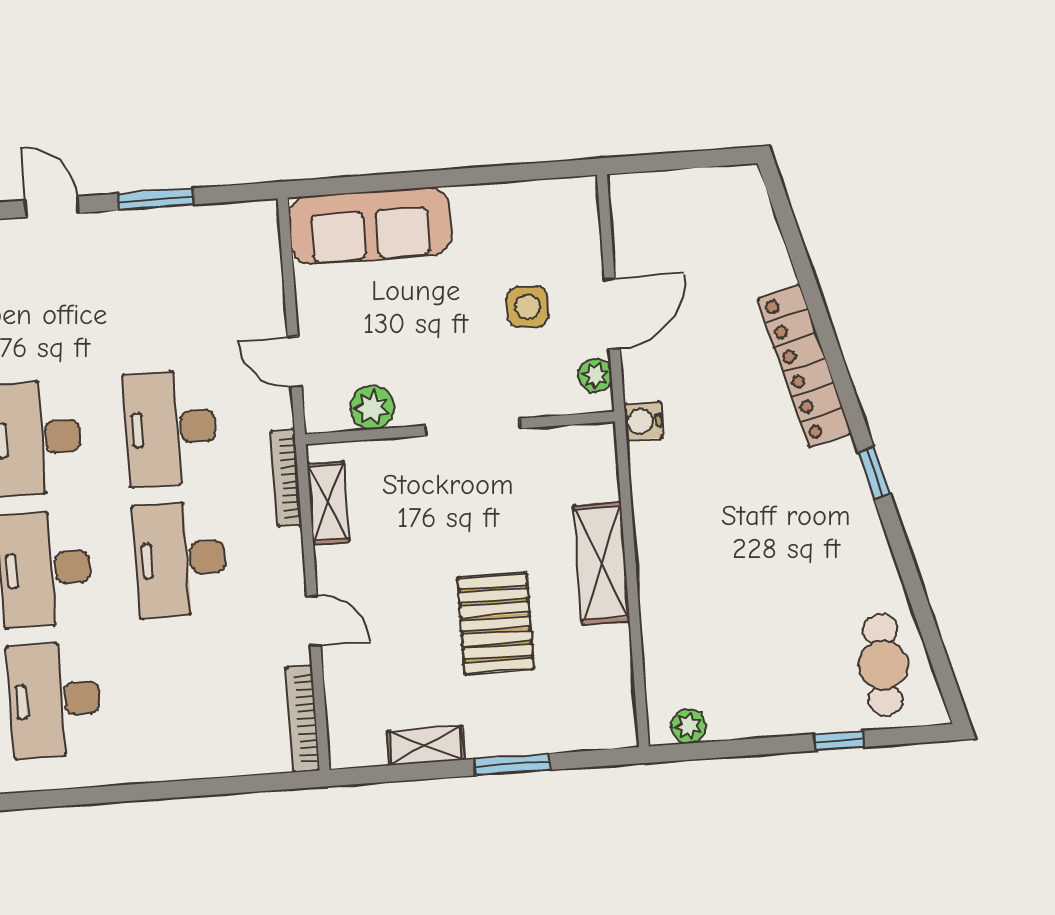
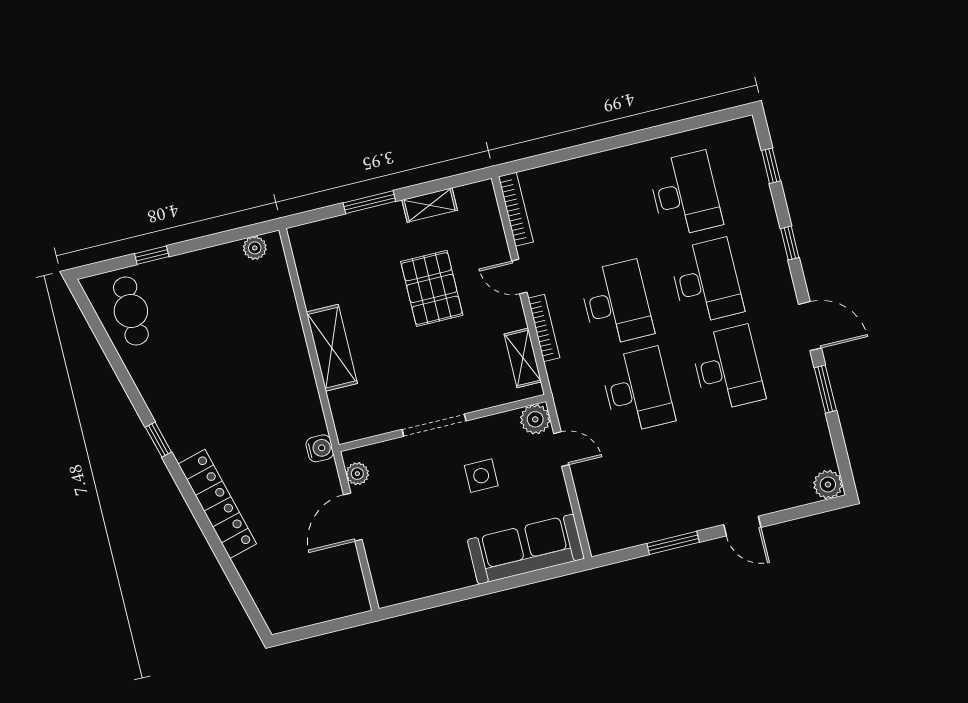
side table: (528, 307) -> (481, 476), moved
plant: (372, 407) -> (535, 419), moved
bookcase: (286, 478) -> (544, 328), moved
pallet: (496, 624) -> (432, 288), moved

